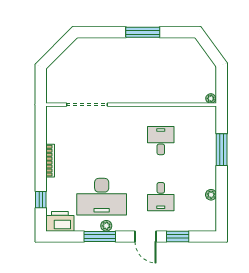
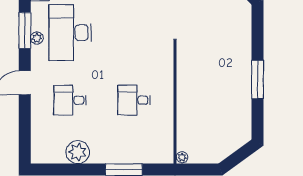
desk: (161, 141) -> (134, 100), turned 180
plant: (211, 195) -> (78, 152), width x1.88, depth x1.88
window: (178, 236) -> (25, 119), removed

